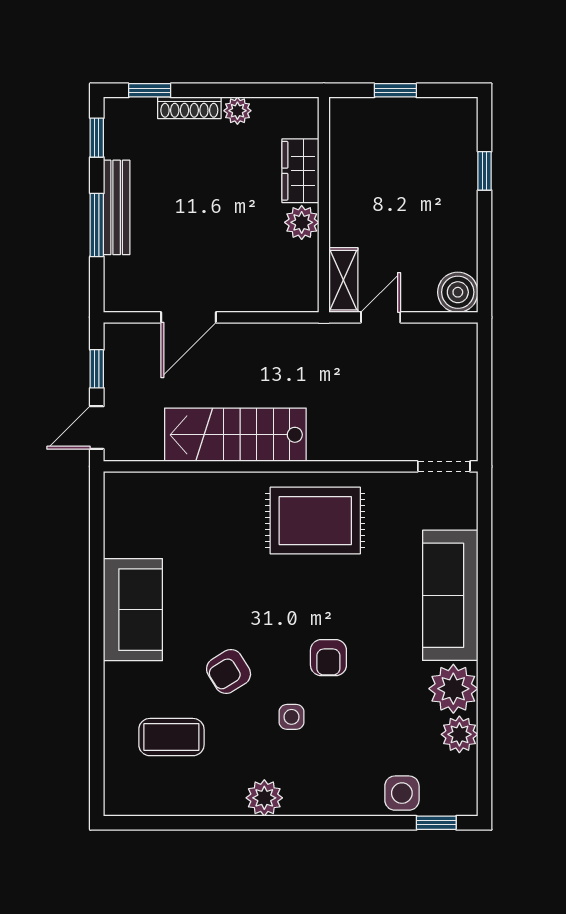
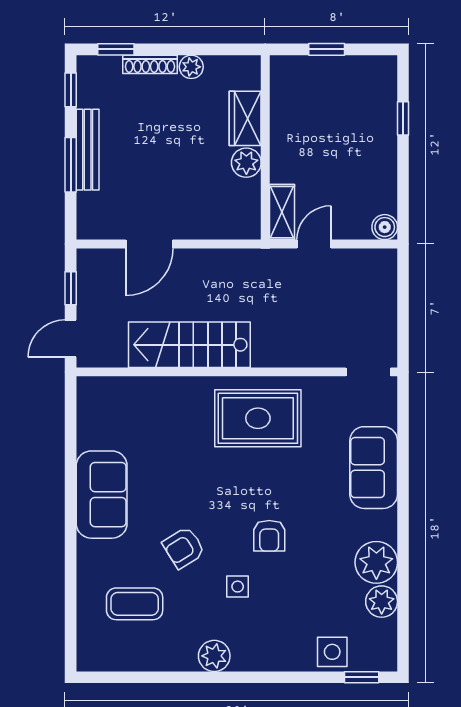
boiler: (458, 292) -> (385, 227), width x0.73, depth x0.73
sofa: (450, 595) -> (374, 468), width x0.73

